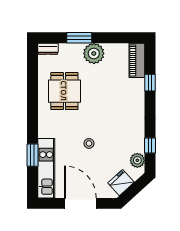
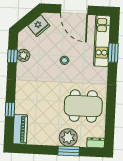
plant: (94, 53) -> (68, 137), moved
dining table: (64, 91) -> (83, 106), width x1.38
plant: (137, 160) -> (23, 55), moved

